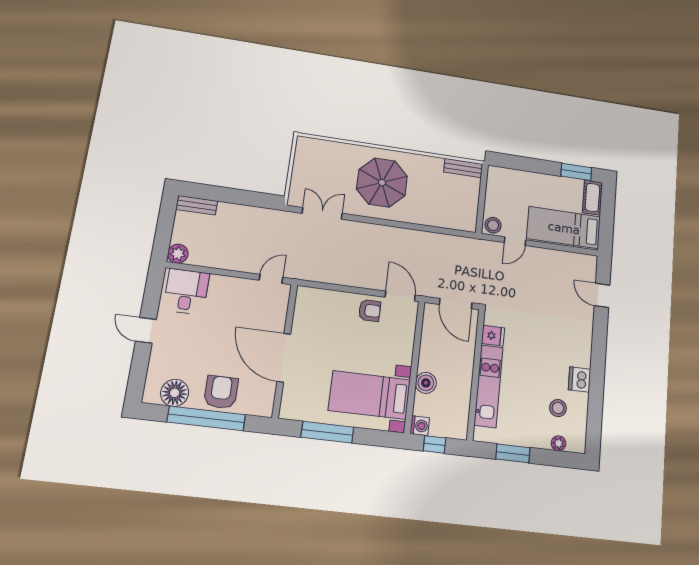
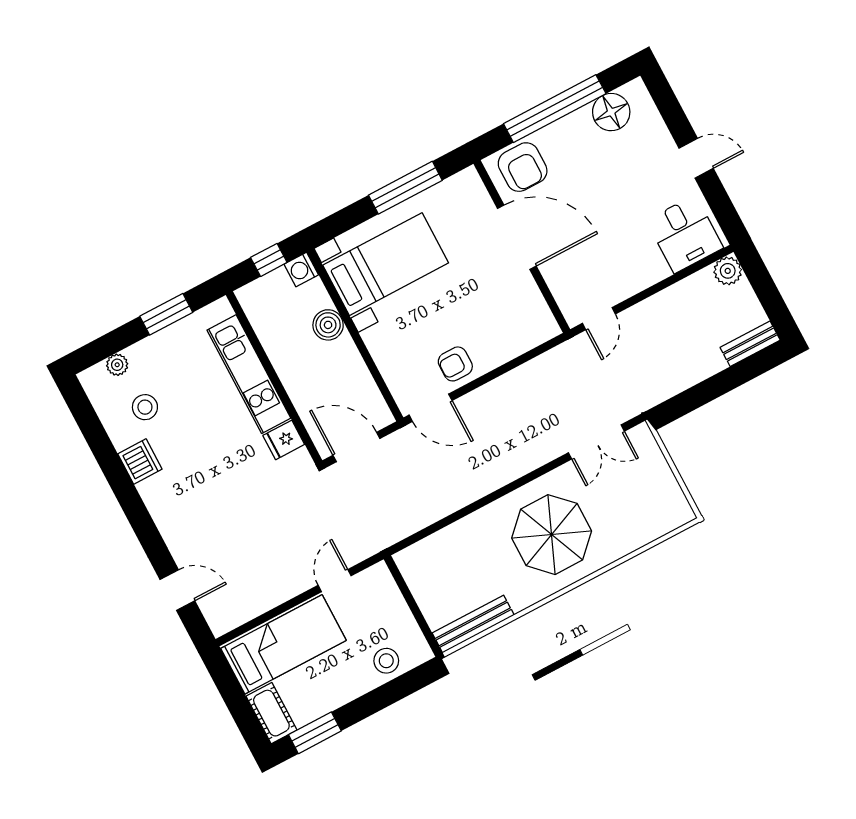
bench: (463, 168) -> (473, 624), width x1.36
stool: (493, 225) -> (386, 661), moved
armchair: (221, 392) -> (523, 167), moved

